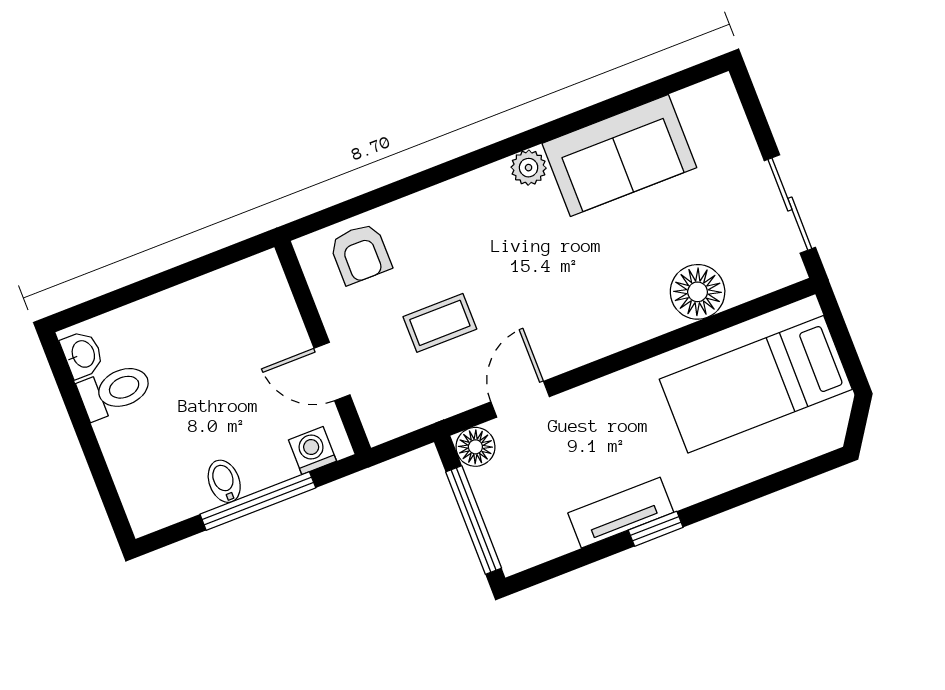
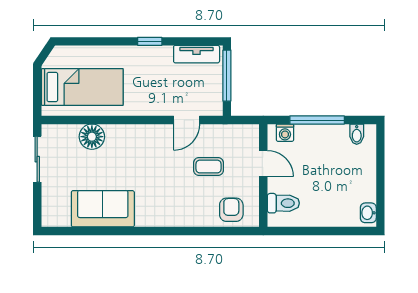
plant: (529, 168) -> (144, 219), removed
toilet: (115, 391) -> (283, 203), moved, turned 180
floor lamp: (475, 447) -> (214, 107), removed
bidet: (224, 481) -> (357, 134), moved
tv unit: (621, 513) -> (197, 54), moved

